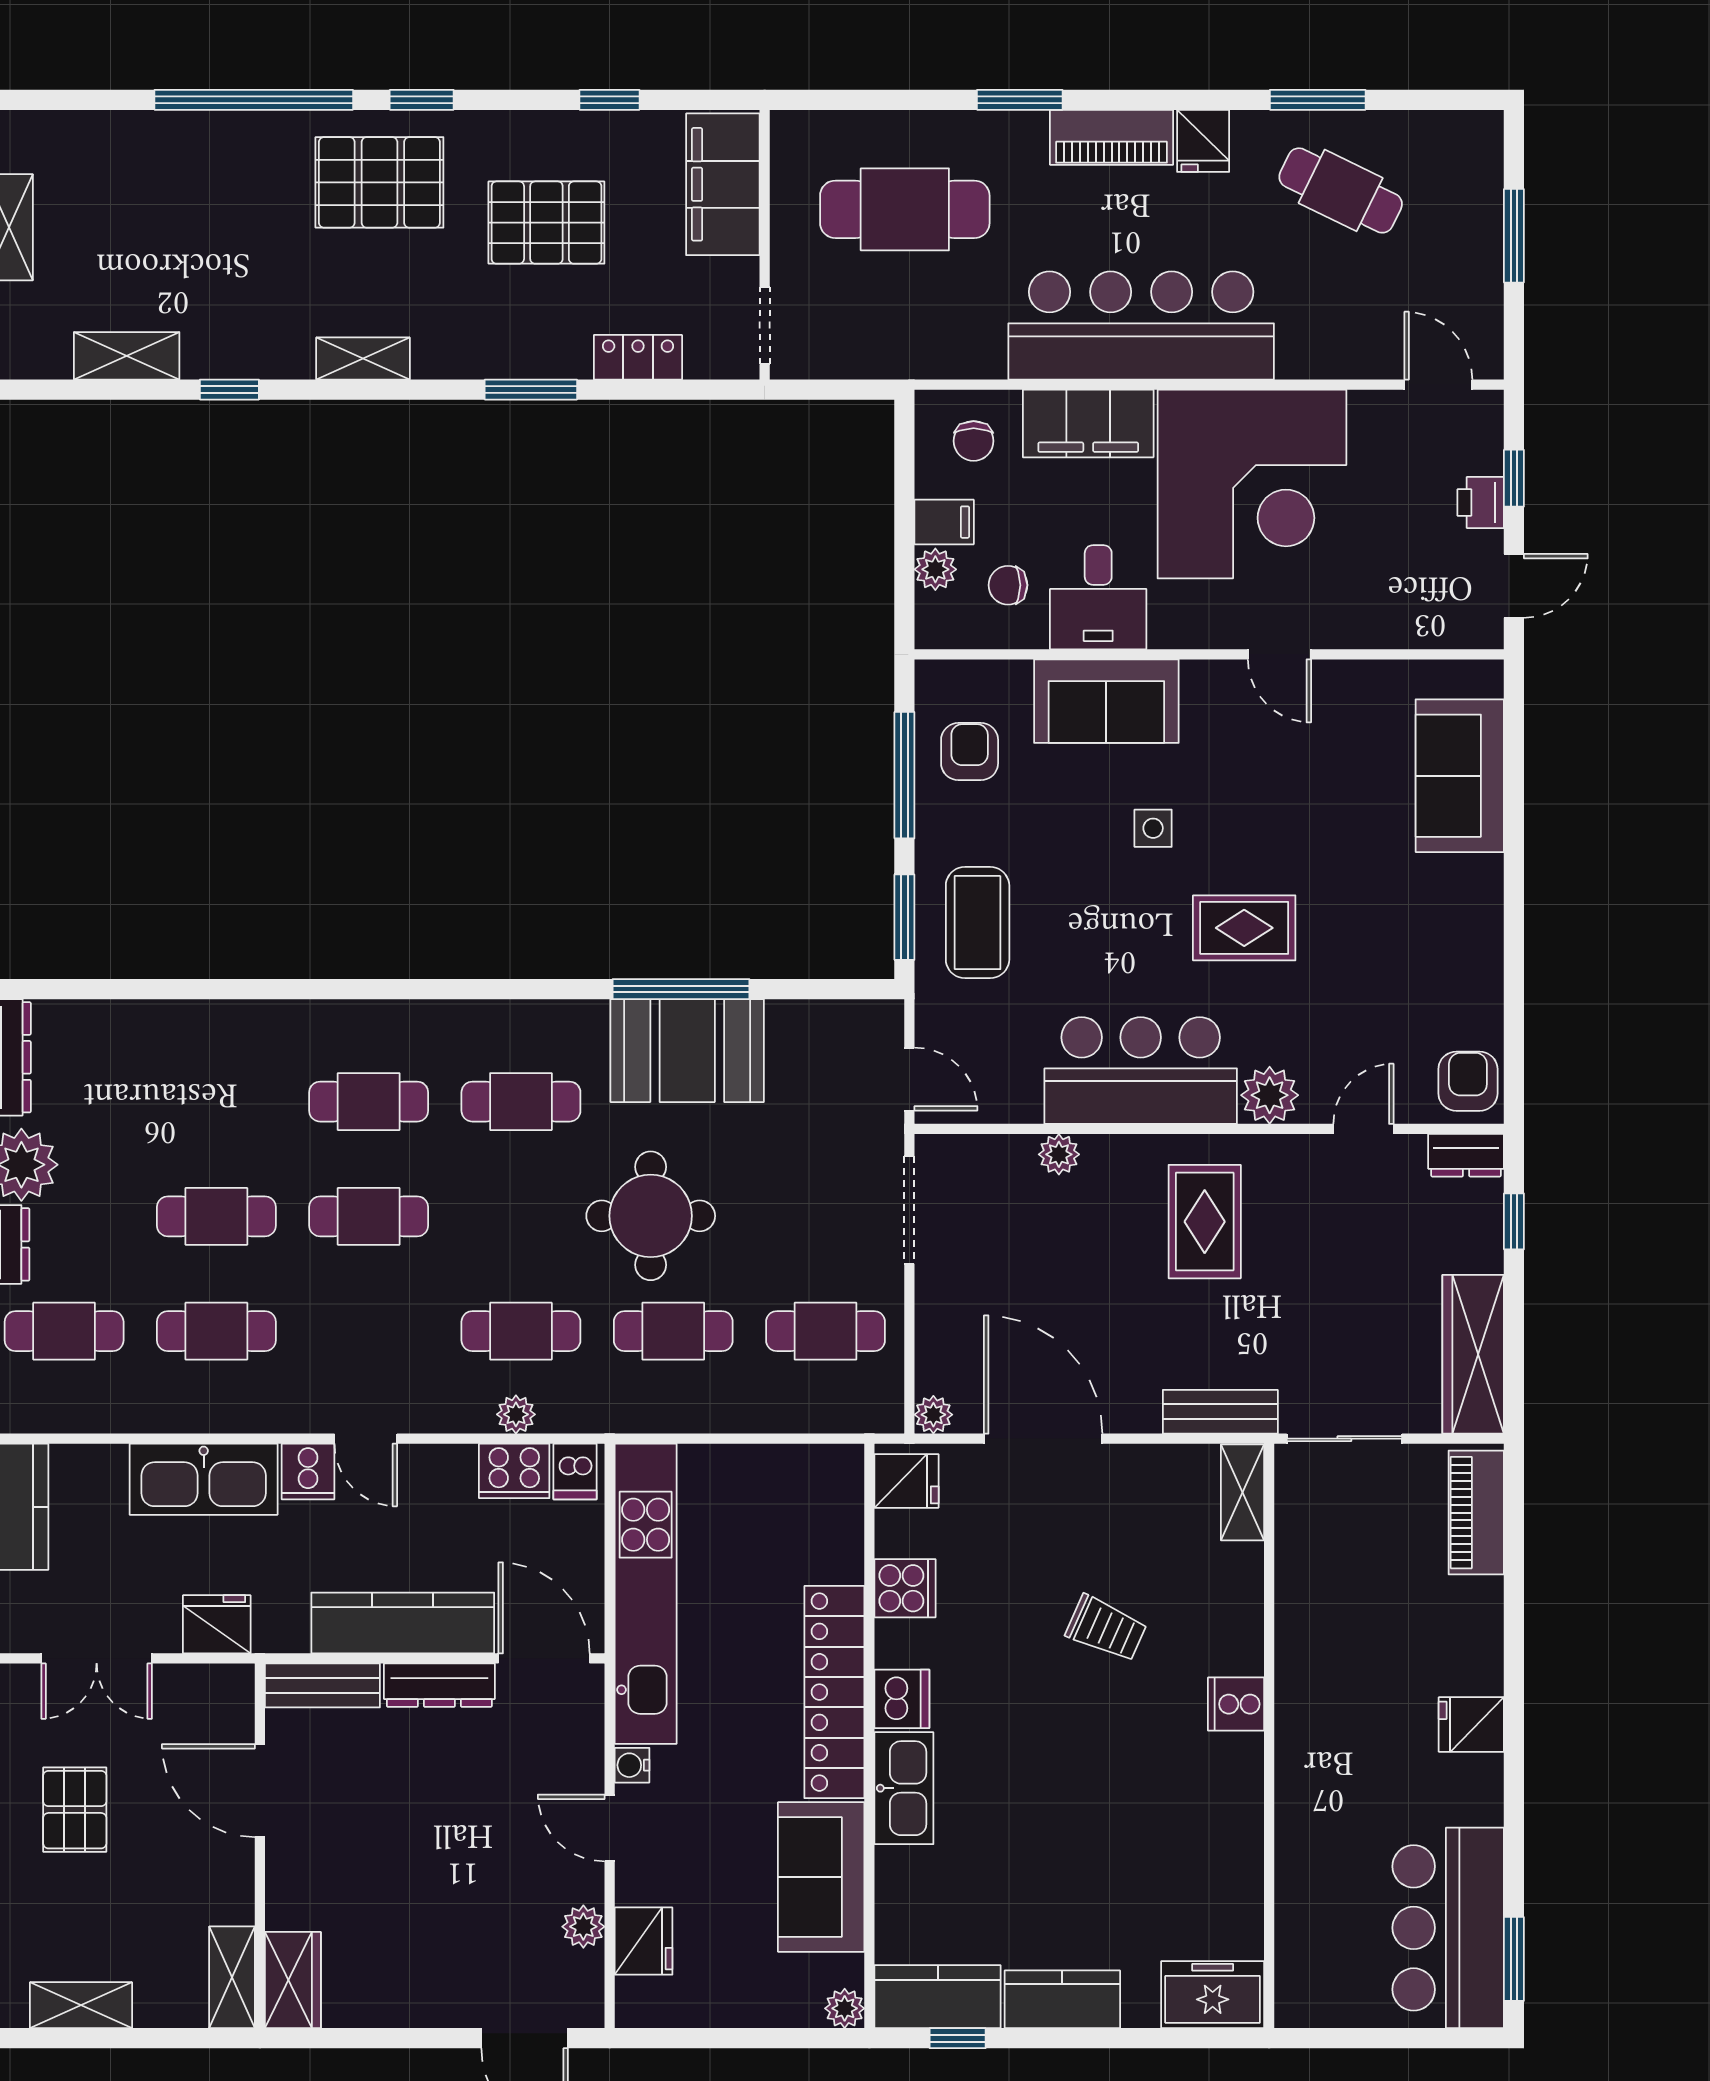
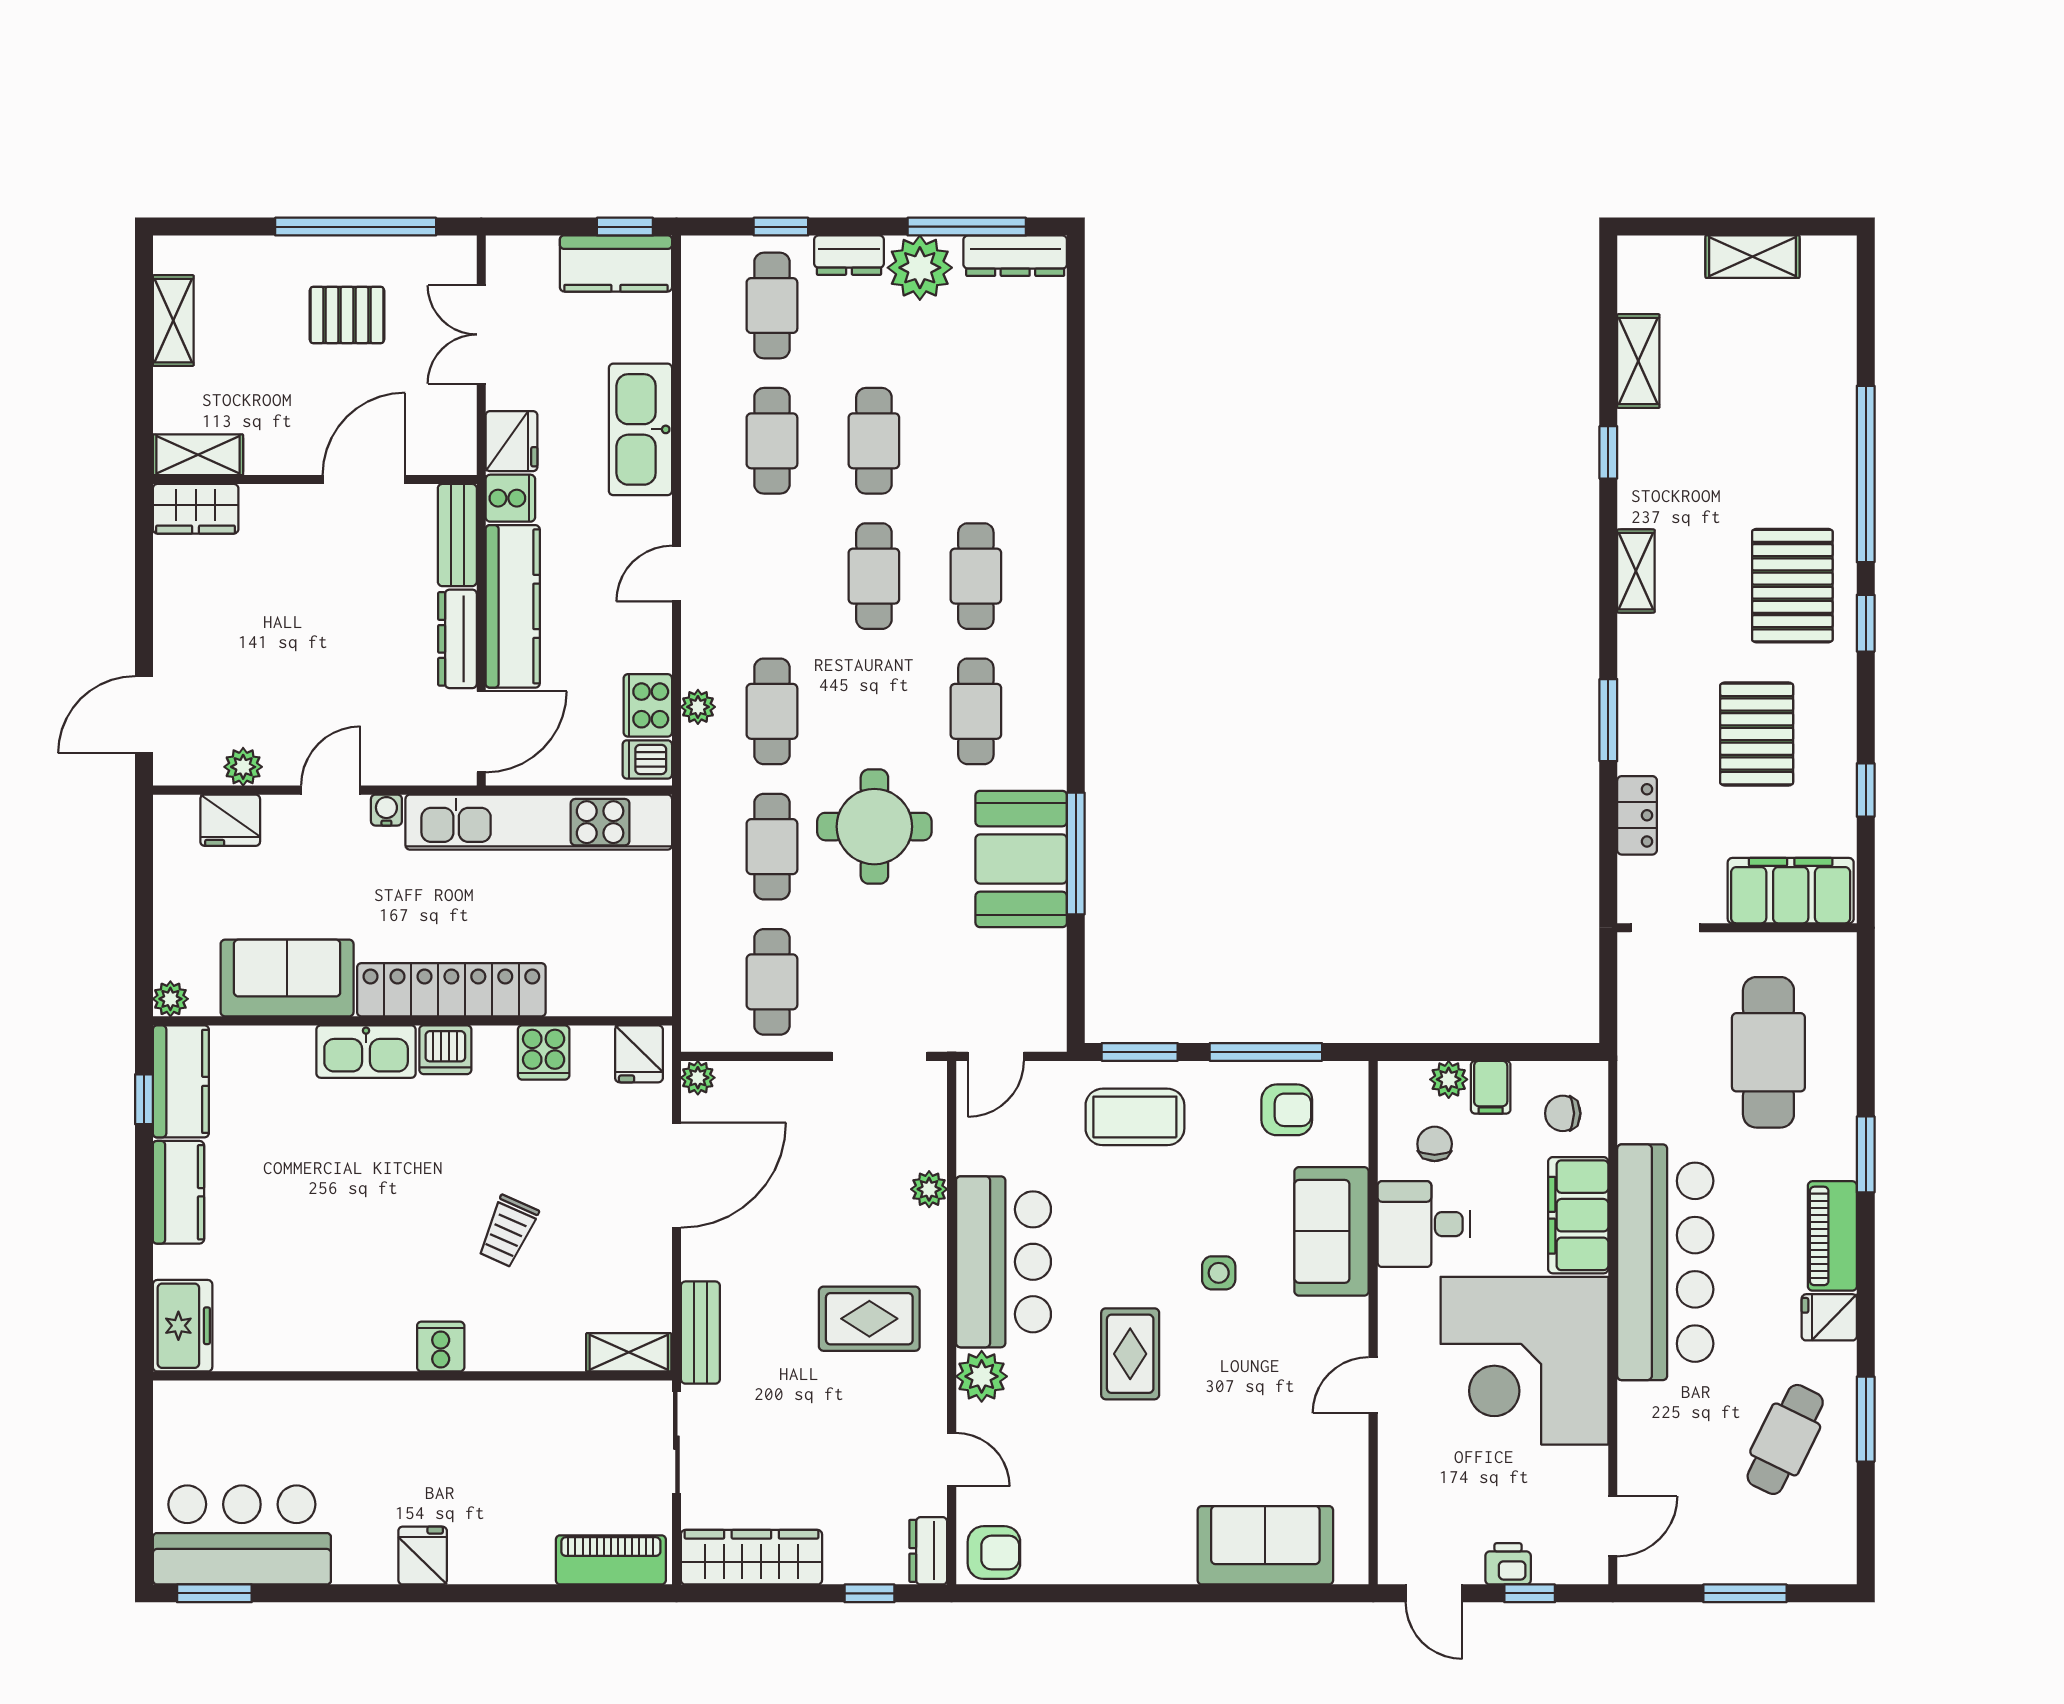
cooker: (308, 1472) -> (510, 498), moved, turned 180

